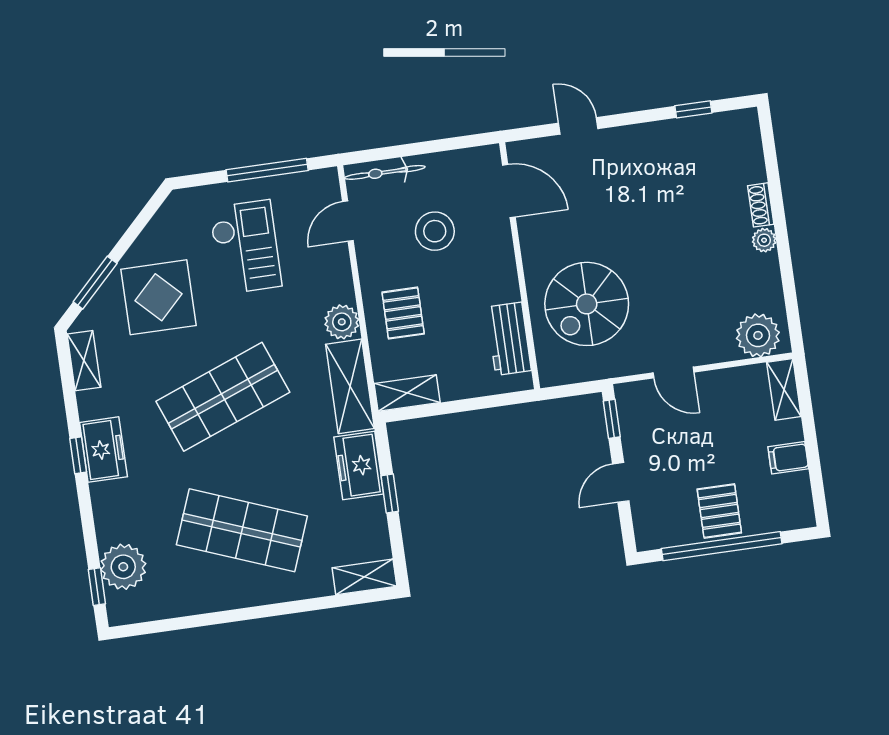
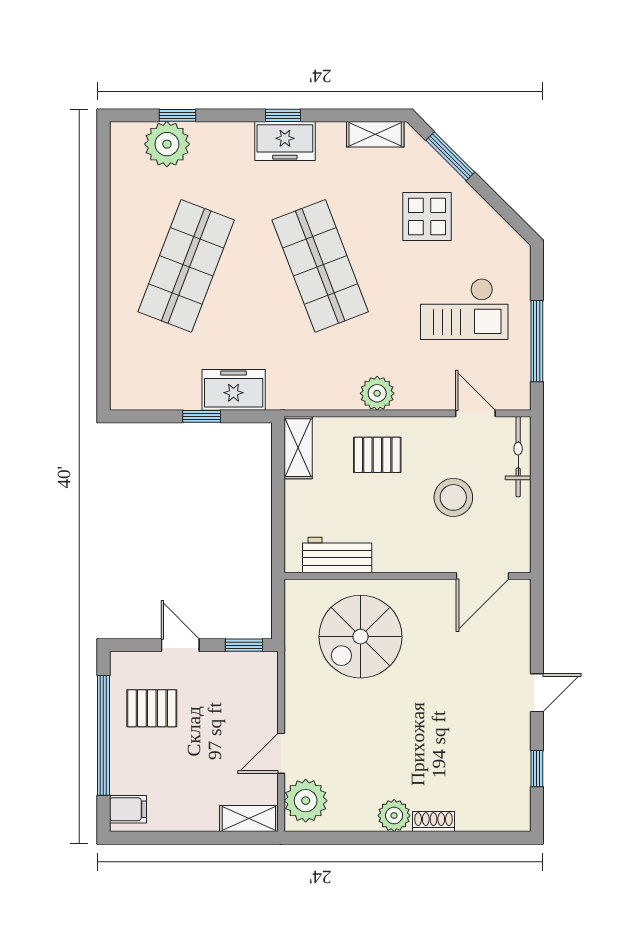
door: (578, 126) -> (537, 693), moved
plant: (764, 240) -> (394, 816), width x1.38, depth x1.38
display table: (159, 297) -> (427, 217), width x0.73, depth x0.73
spiral stairs: (587, 304) -> (360, 637), turned -90
door: (673, 372) -> (281, 753), moved
shelving: (350, 386) -> (313, 392), removed
filing cabinet: (788, 458) -> (128, 809), moved, turned 90
pallet: (719, 511) -> (152, 708), moved
shelving: (364, 577) -> (123, 380), removed
window: (97, 587) -> (178, 115), moved

